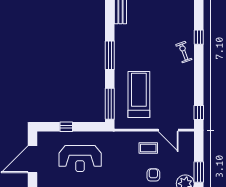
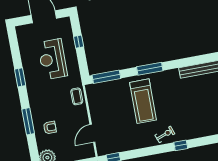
treadmill: (139, 94) -> (143, 101), moved, turned 90
coffee table: (148, 148) -> (77, 96), moved

